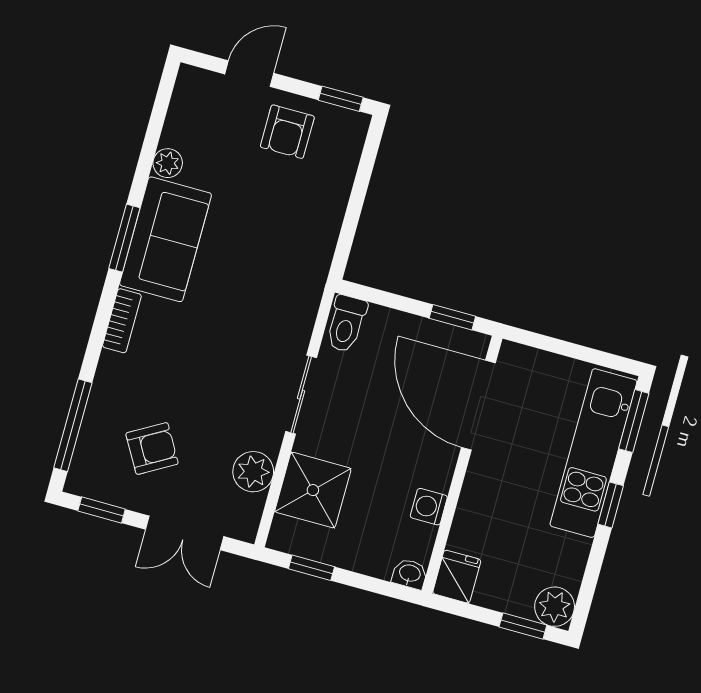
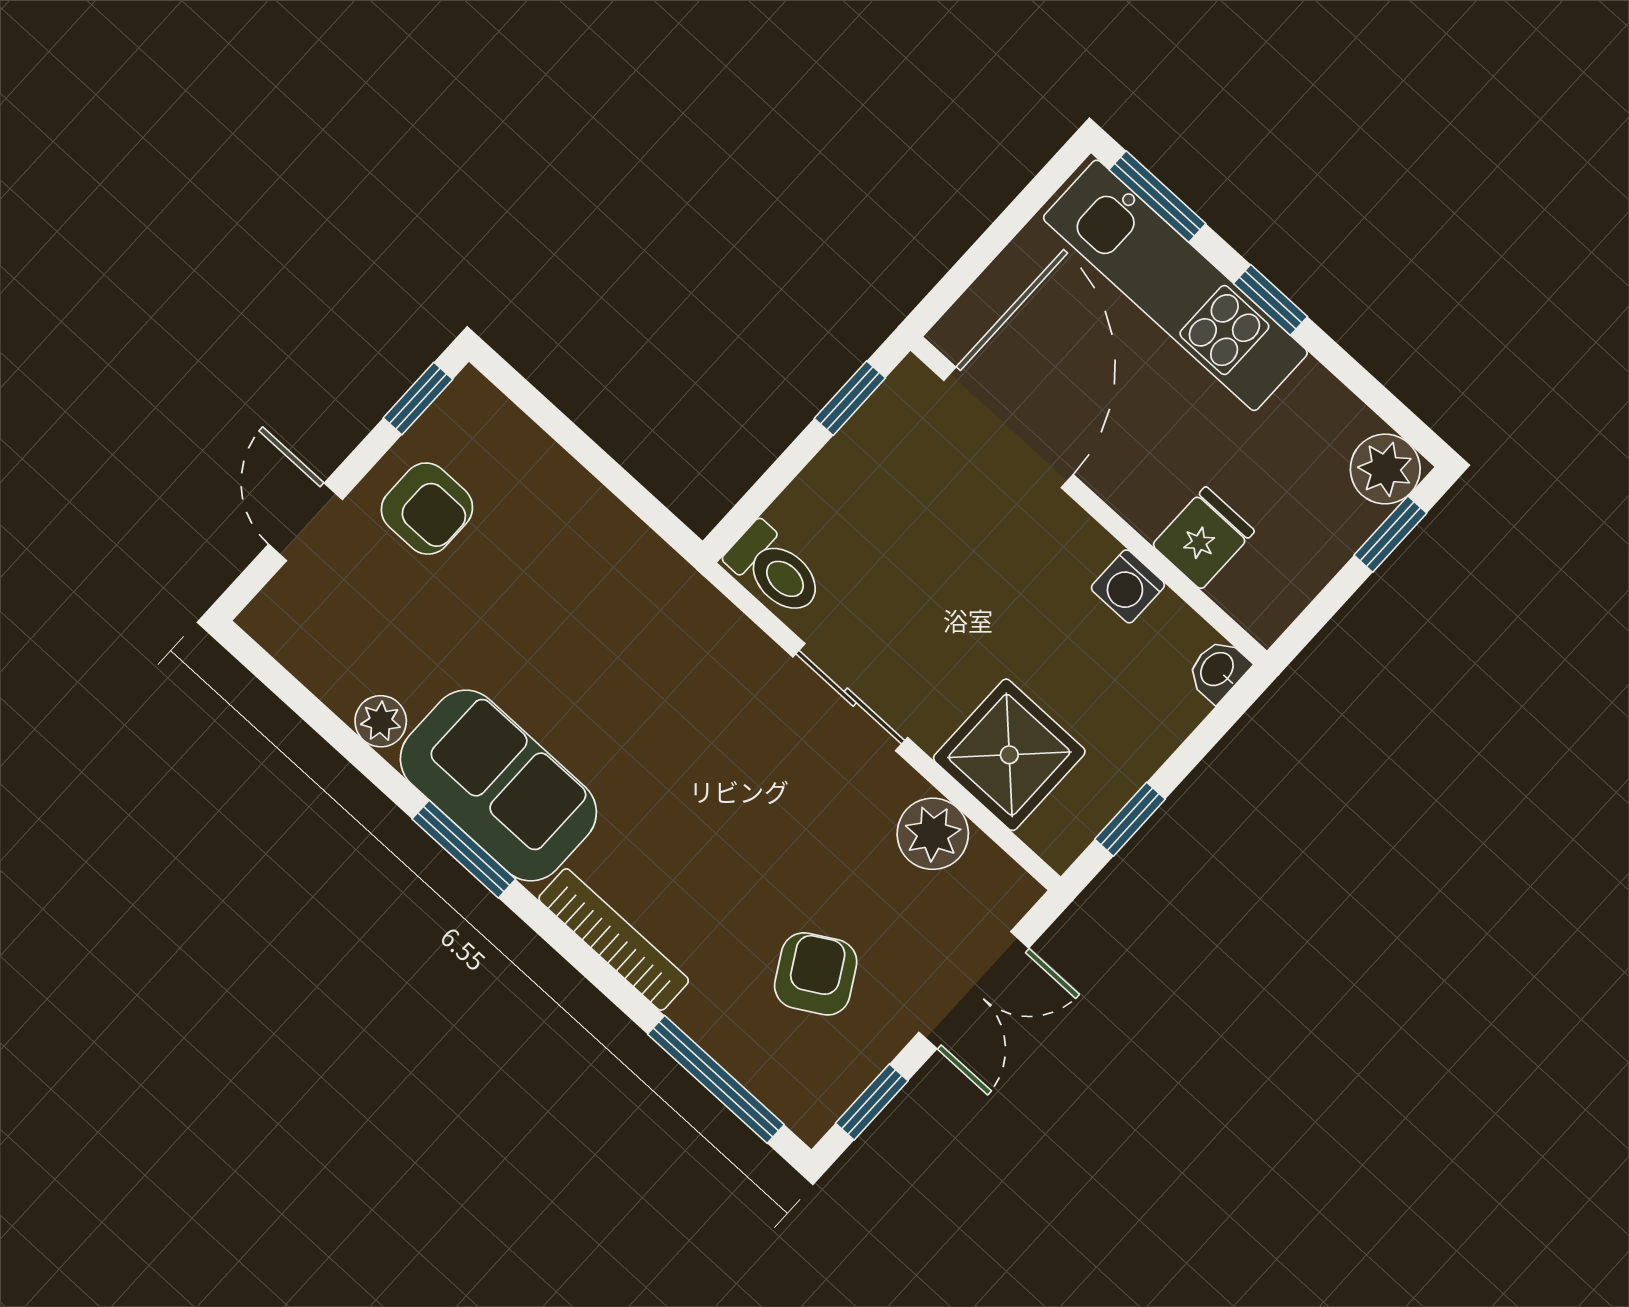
bookcase: (122, 321) -> (614, 939), width x1.56
door: (478, 405) -> (1009, 427), swing flipped
fridge: (457, 577) -> (1203, 538), moved, turned 90

